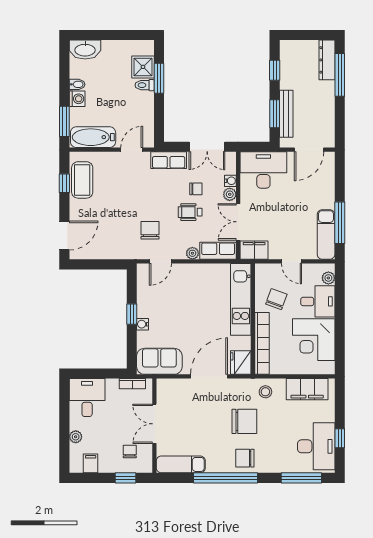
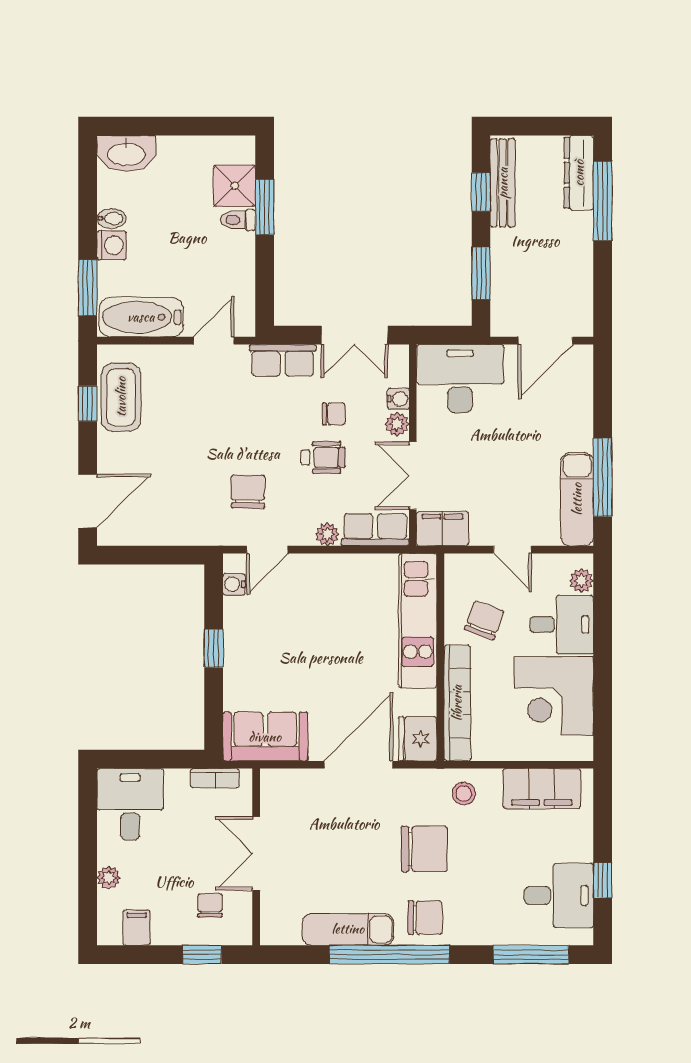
bench: (286, 114) -> (503, 183), moved
wheelchair: (190, 212) -> (323, 457), turned 180
water cooler: (143, 324) -> (234, 584), moved
desk: (316, 446) -> (559, 896), width x0.73
chair: (245, 458) -> (425, 918), turned 180
exam couch: (181, 464) -> (348, 929), moved

